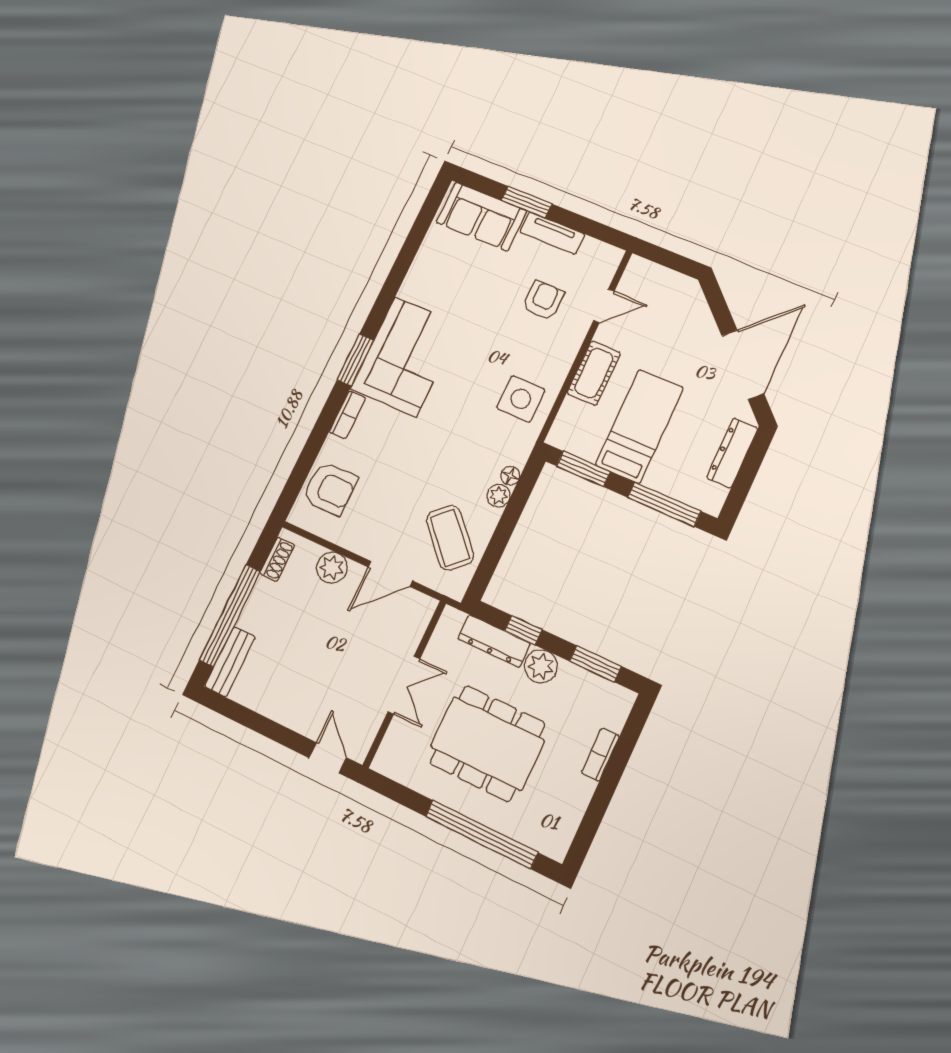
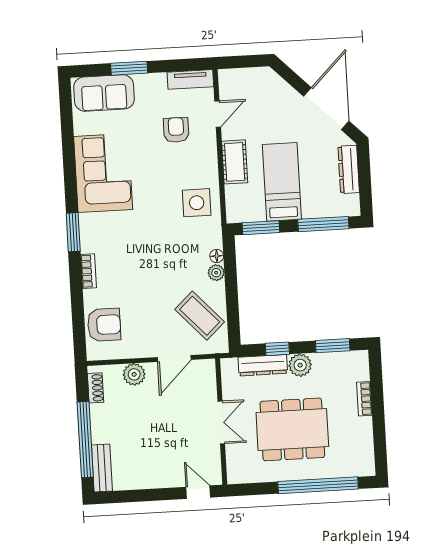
tv unit: (552, 233) -> (190, 79), moved
corner sofa: (406, 357) -> (103, 173), moved

